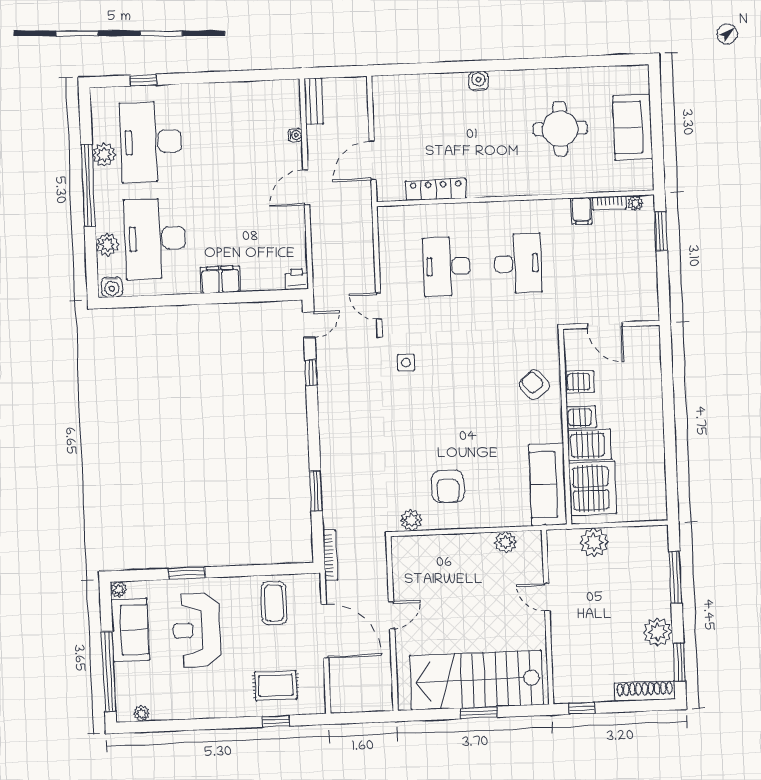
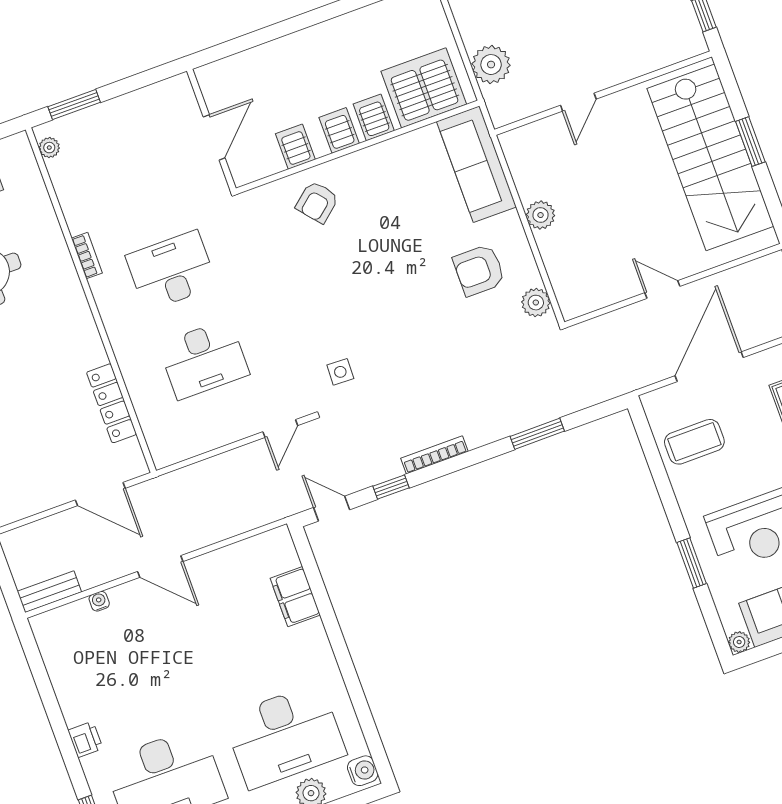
bookcase: (609, 203) -> (87, 256), moved
filing cabinet: (581, 211) -> (80, 212), removed
printer: (297, 279) -> (85, 739), moved, turned 180
filing cabinet: (220, 280) -> (295, 597), moved
server rack: (589, 445) -> (374, 117), width x0.73, depth x0.70
sofa: (548, 484) -> (476, 164), moved, turned 90
armchair: (448, 486) -> (479, 270), turned 180
plant: (505, 542) -> (541, 215), moved
bookcase: (330, 555) -> (434, 455), moved

